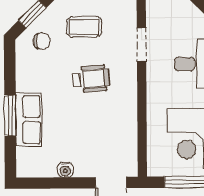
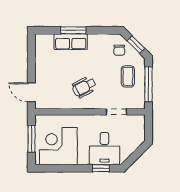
wheelchair: (91, 79) -> (84, 87), moved, turned 67
water cooler: (65, 170) -> (39, 64), removed

